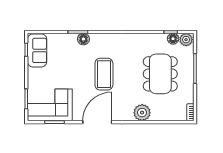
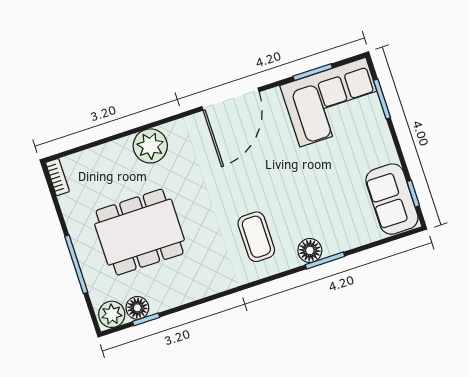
coffee table: (104, 74) -> (256, 237), moved, width x0.73, depth x0.76
dining table: (160, 74) -> (140, 232), turned 90

